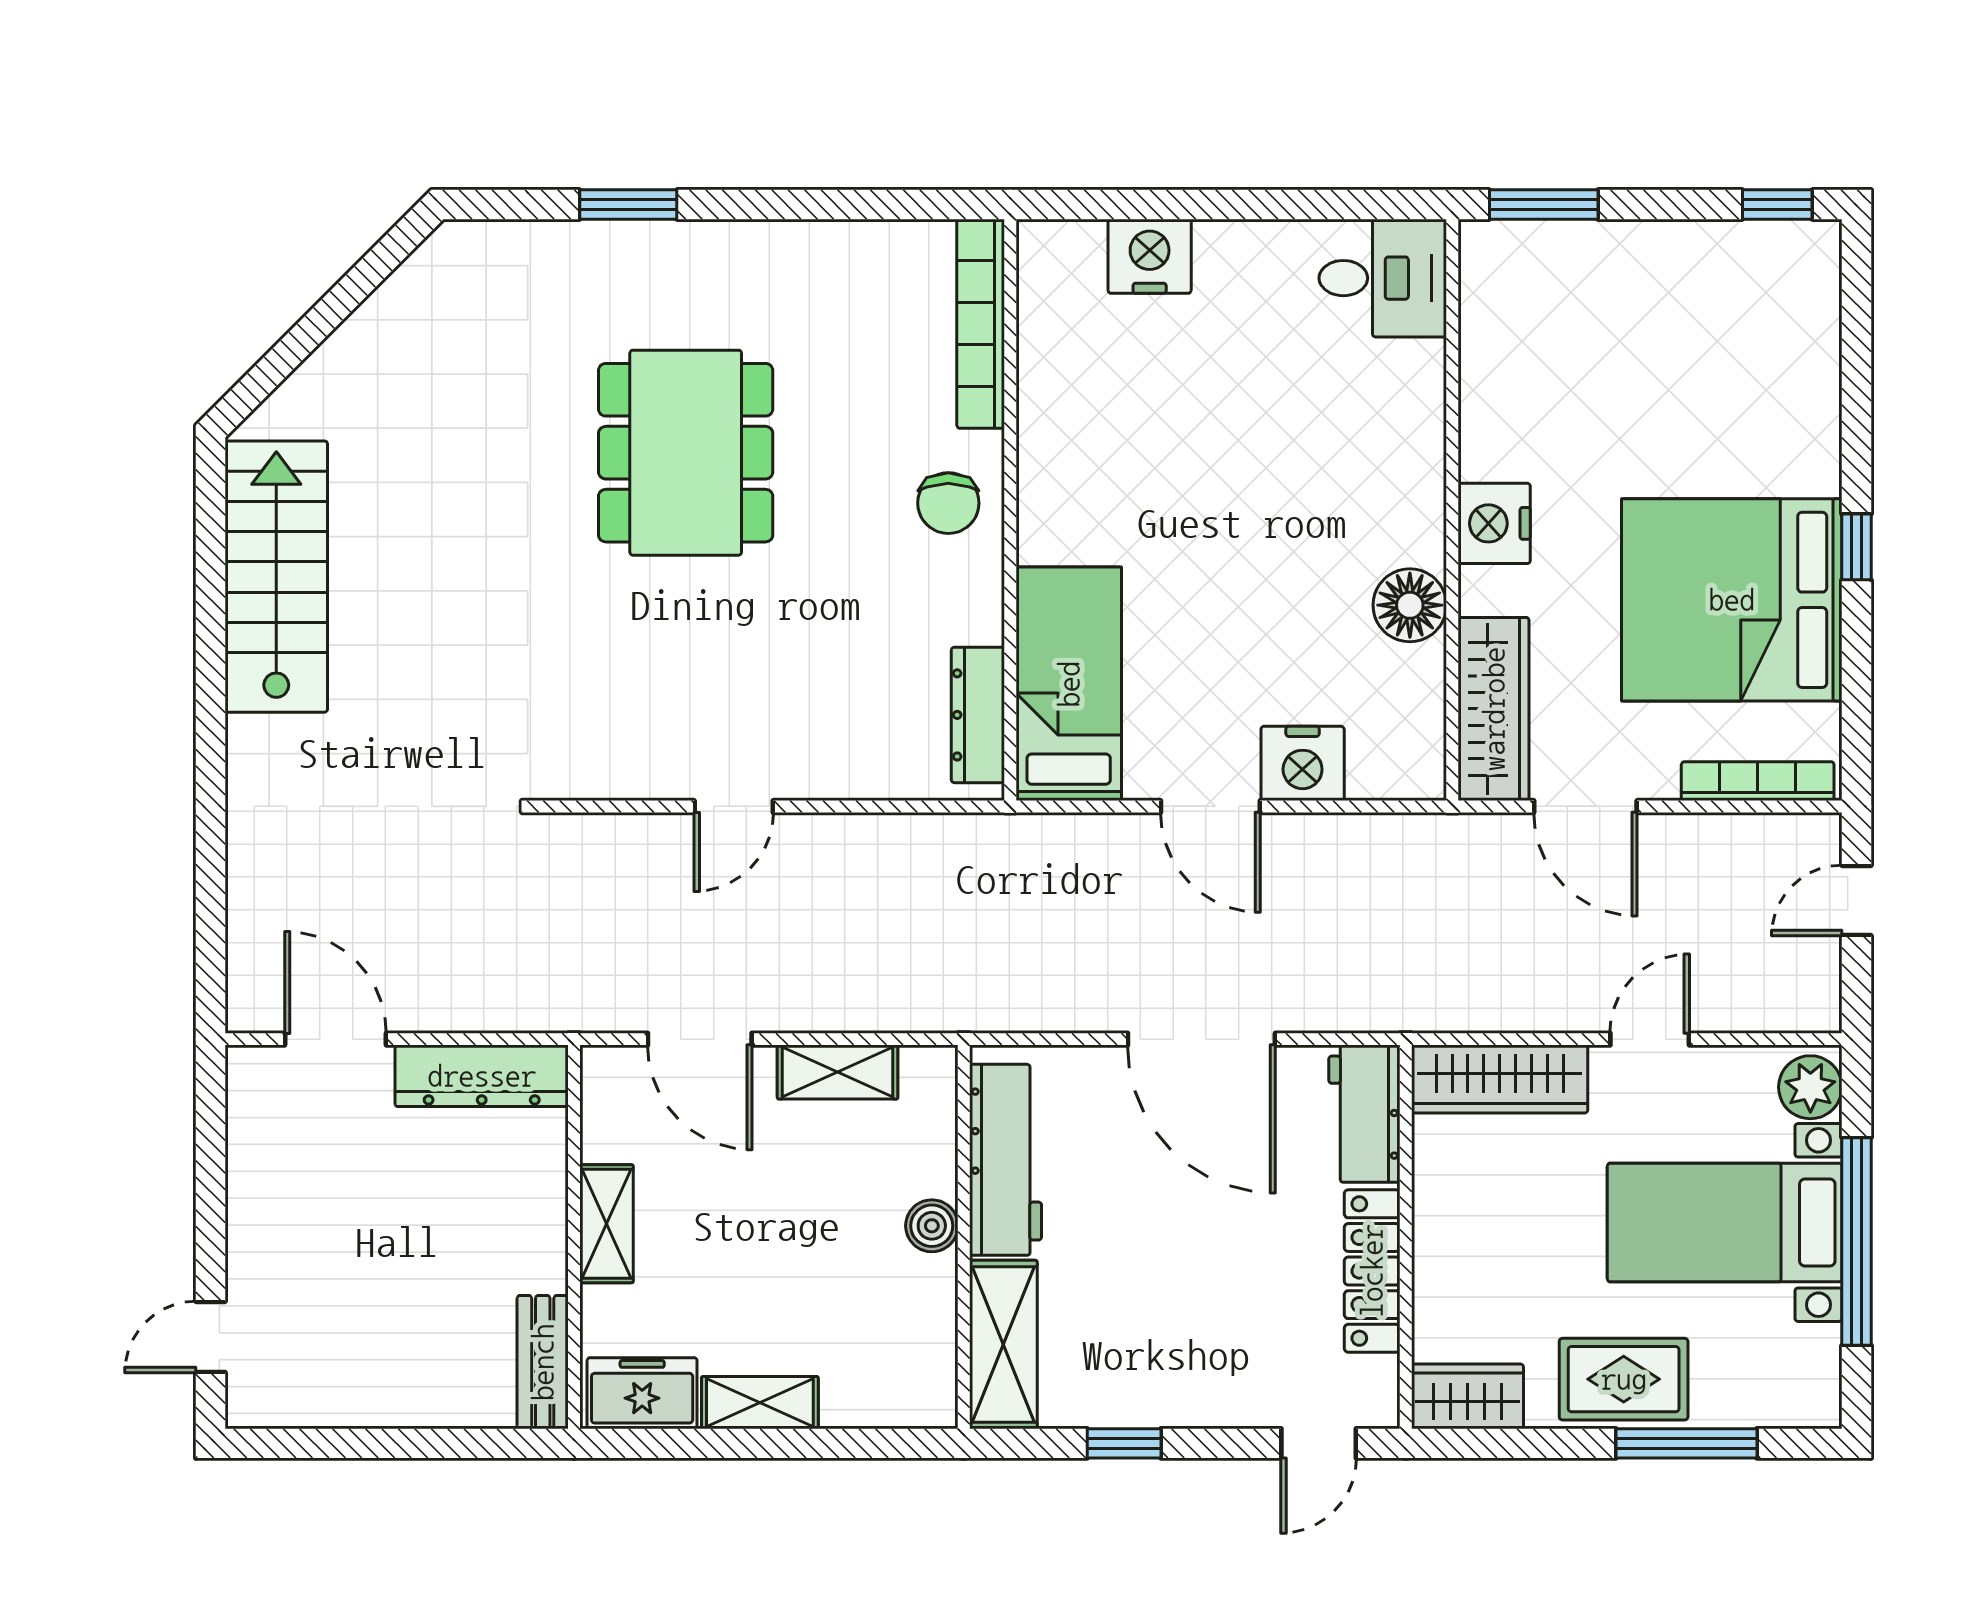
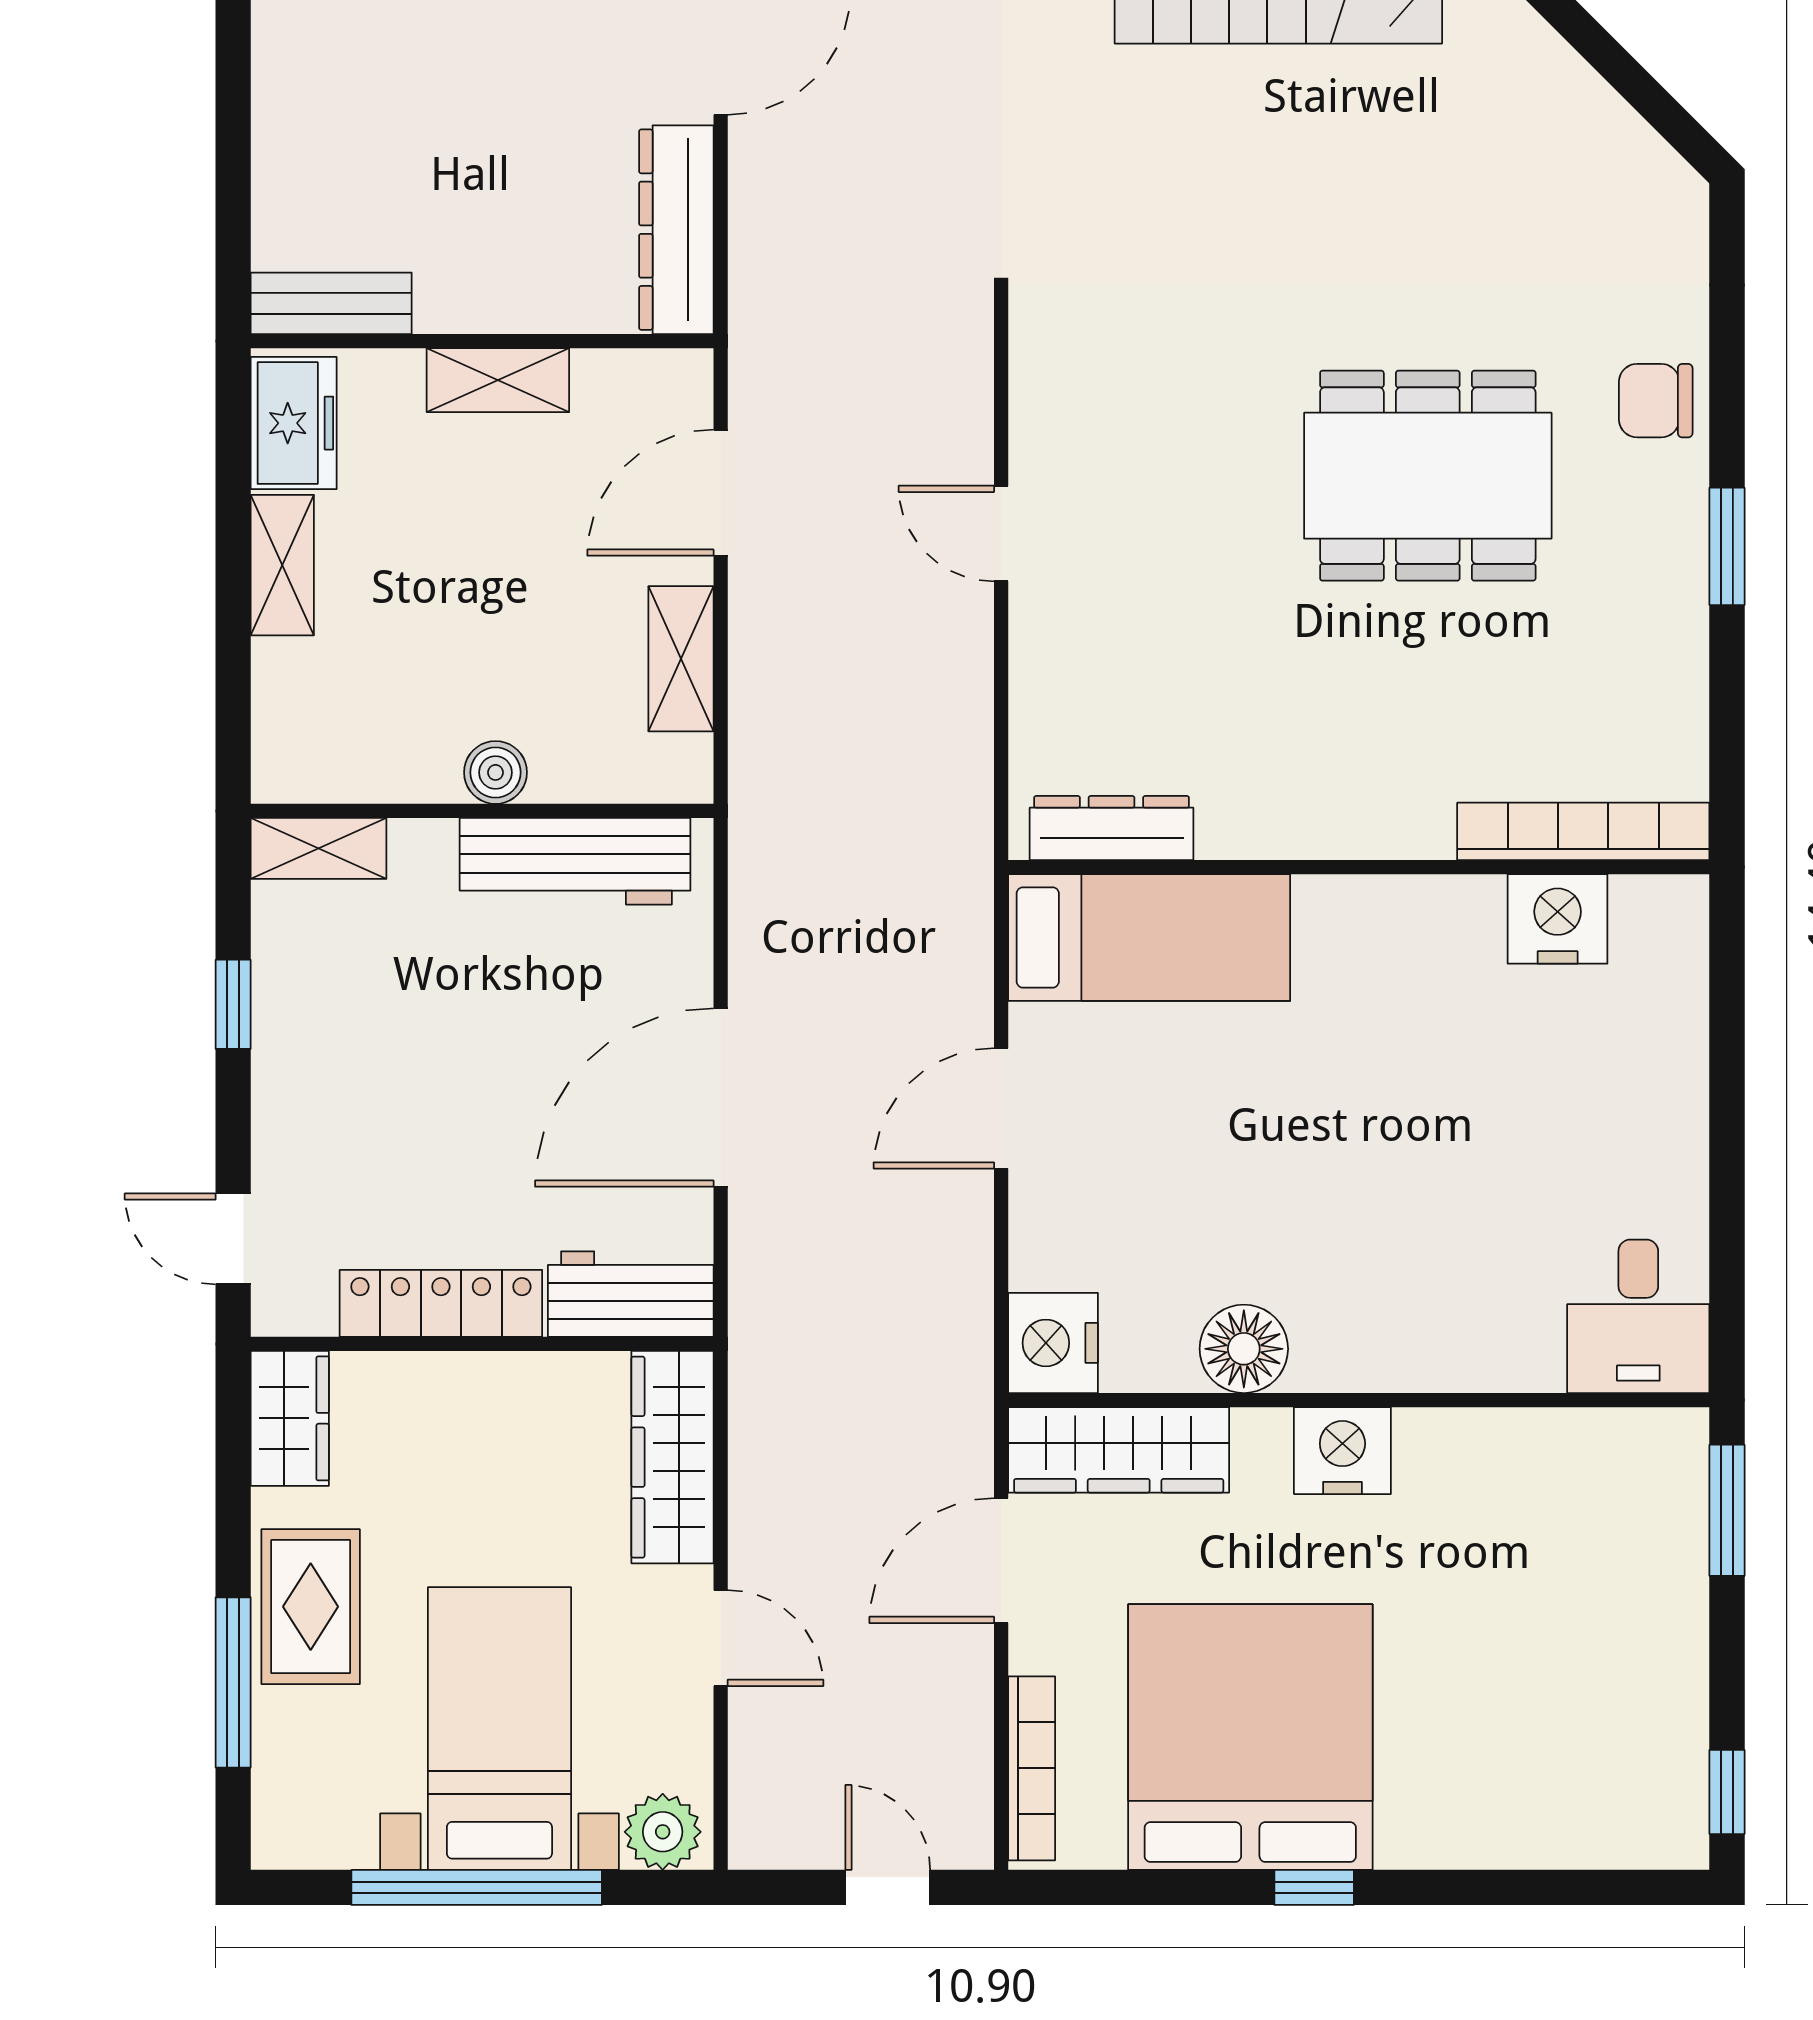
window: (628, 205) -> (1727, 546), moved
nightstand: (1150, 256) -> (1558, 919), moved, turned -90
chair: (948, 503) -> (1656, 401), moved
nightstand: (1303, 763) -> (1053, 1343), moved
shelving: (1003, 1344) -> (318, 848), width x0.67, depth x0.75

